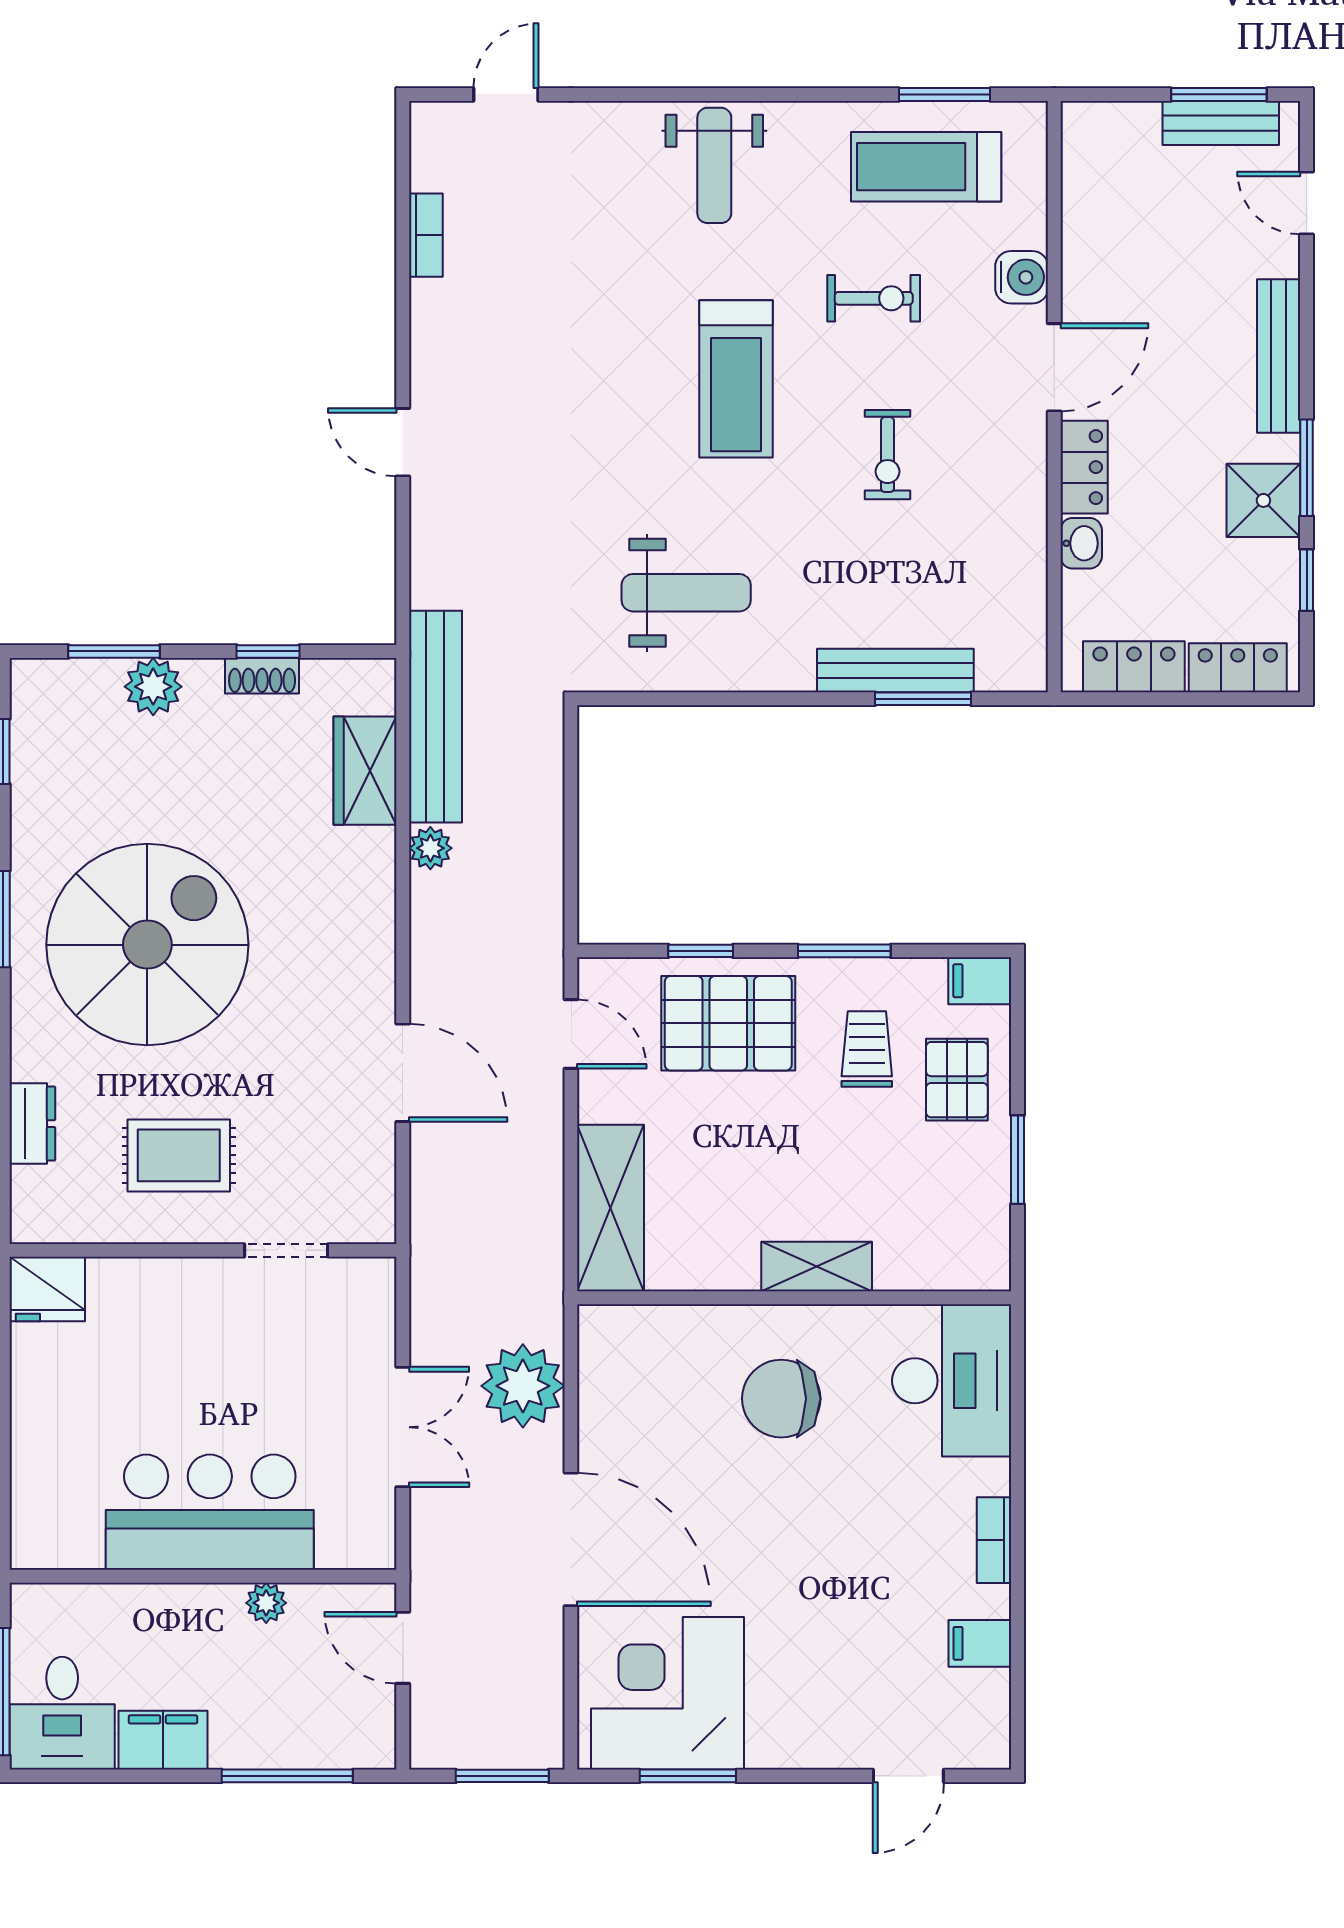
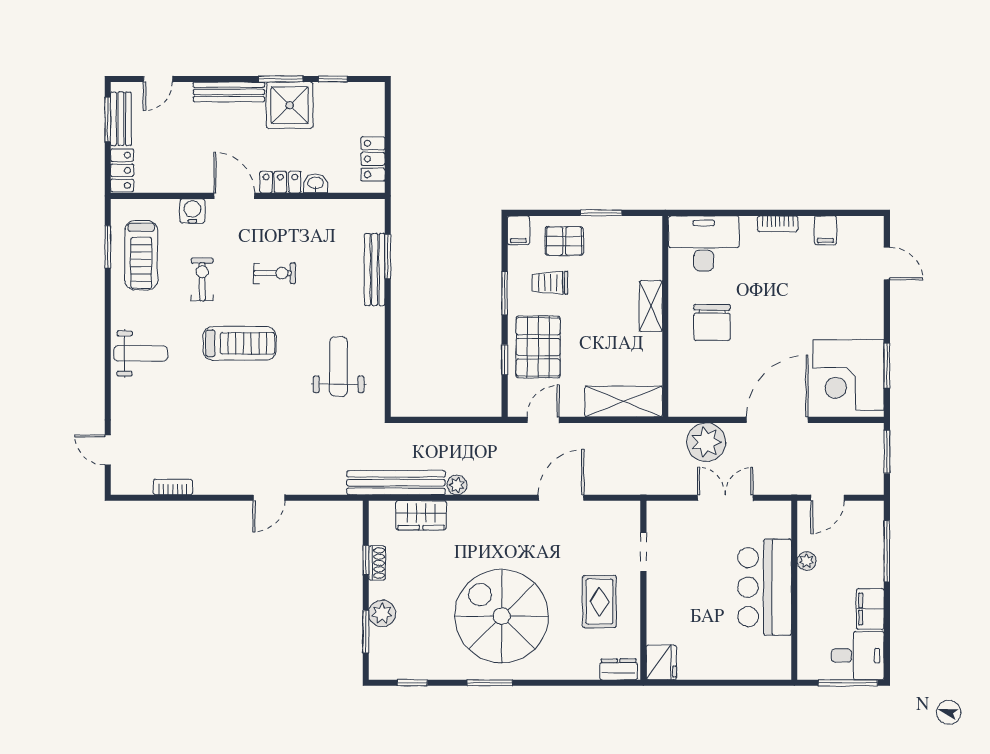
shower: (1263, 500) -> (290, 105), width x1.36, depth x1.36
locker: (1238, 668) -> (122, 170), moved, turned 180
dresser: (32, 1124) -> (619, 669), moved

